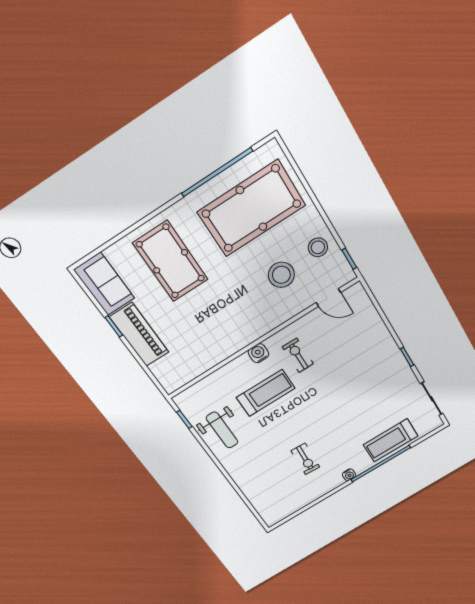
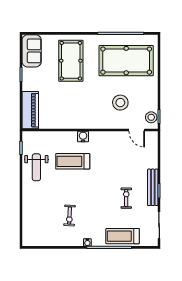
stool: (318, 247) -> (151, 117), moved
piano: (139, 335) -> (30, 110), moved
exercise bike: (298, 355) -> (126, 198), moved
bench: (396, 358) -> (153, 187), added
treadmill: (266, 393) -> (73, 161), turned 180

